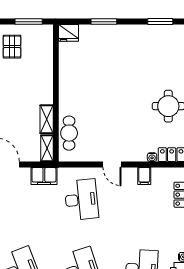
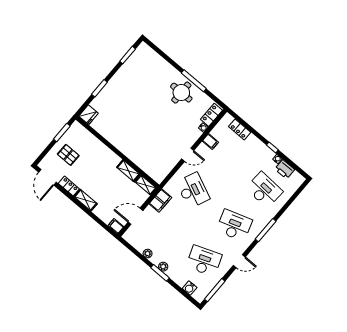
cafe table: (69, 133) -> (148, 164), removed
desk: (81, 200) -> (193, 190), turned 30

